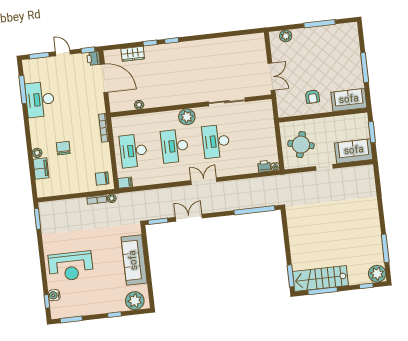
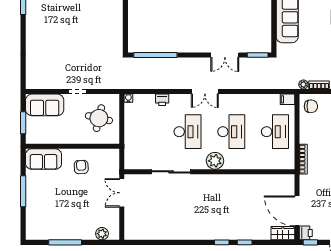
wardrobe: (133, 54) -> (283, 233), moved
plant: (139, 105) -> (264, 179), removed
printer: (264, 166) -> (162, 100), moved

